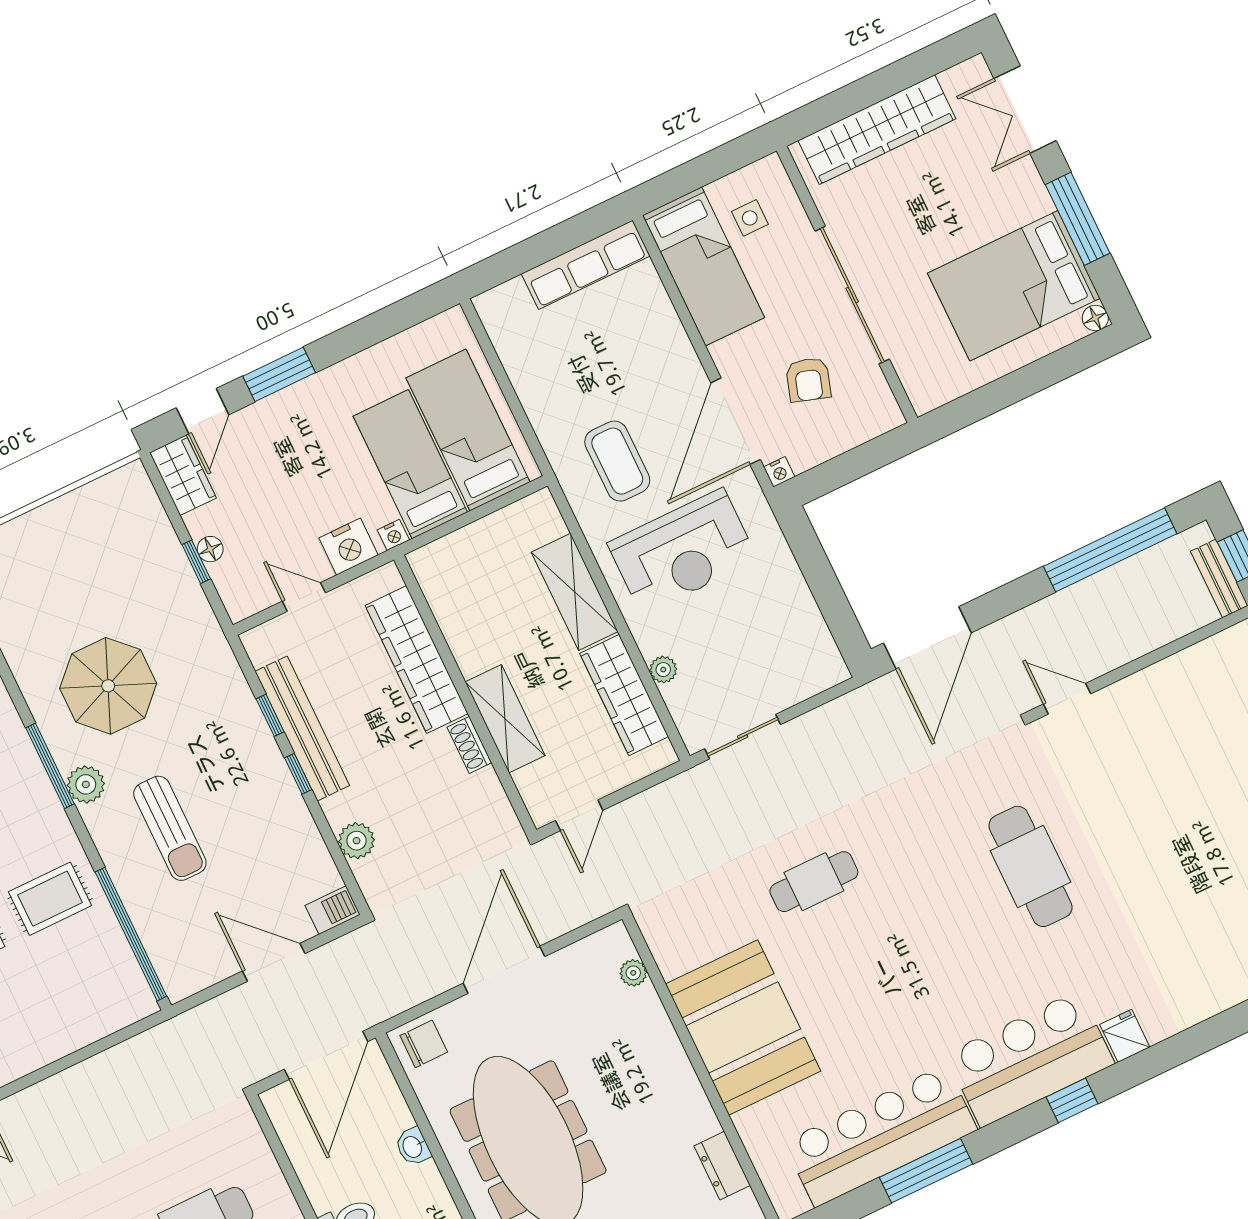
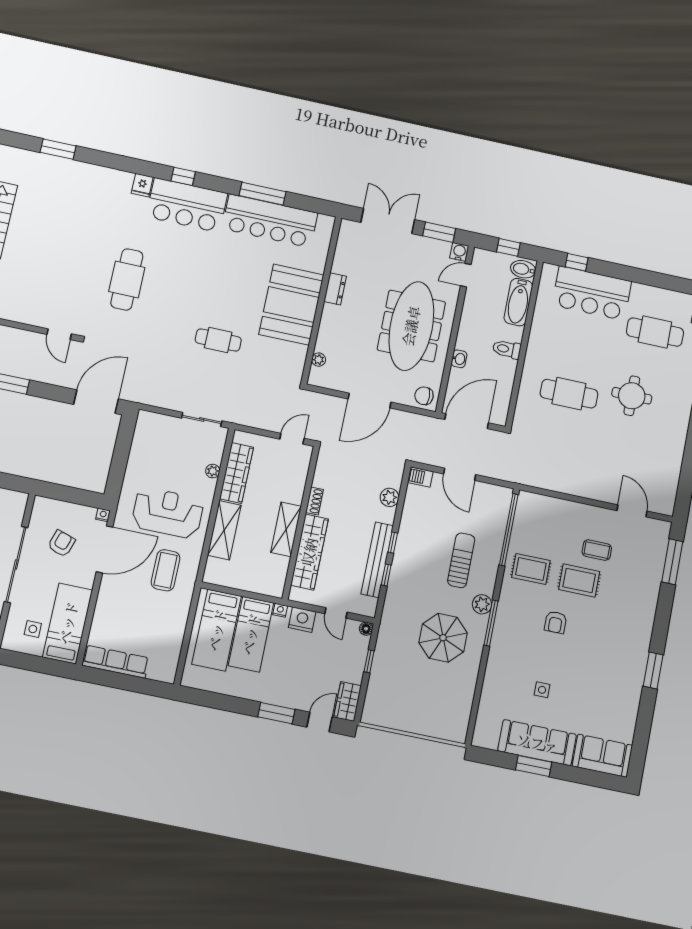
floor lamp: (210, 549) -> (366, 629), moved
shelving: (505, 719) -> (286, 529), moved
dresser: (722, 1166) -> (335, 289), moved

